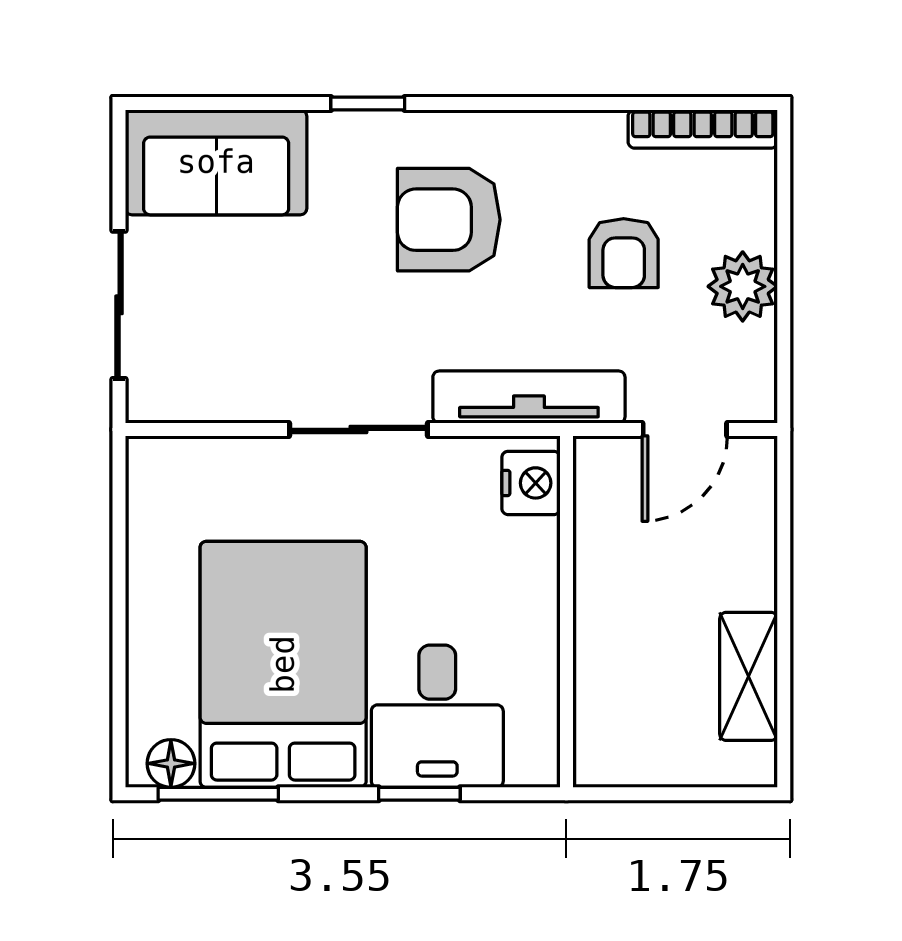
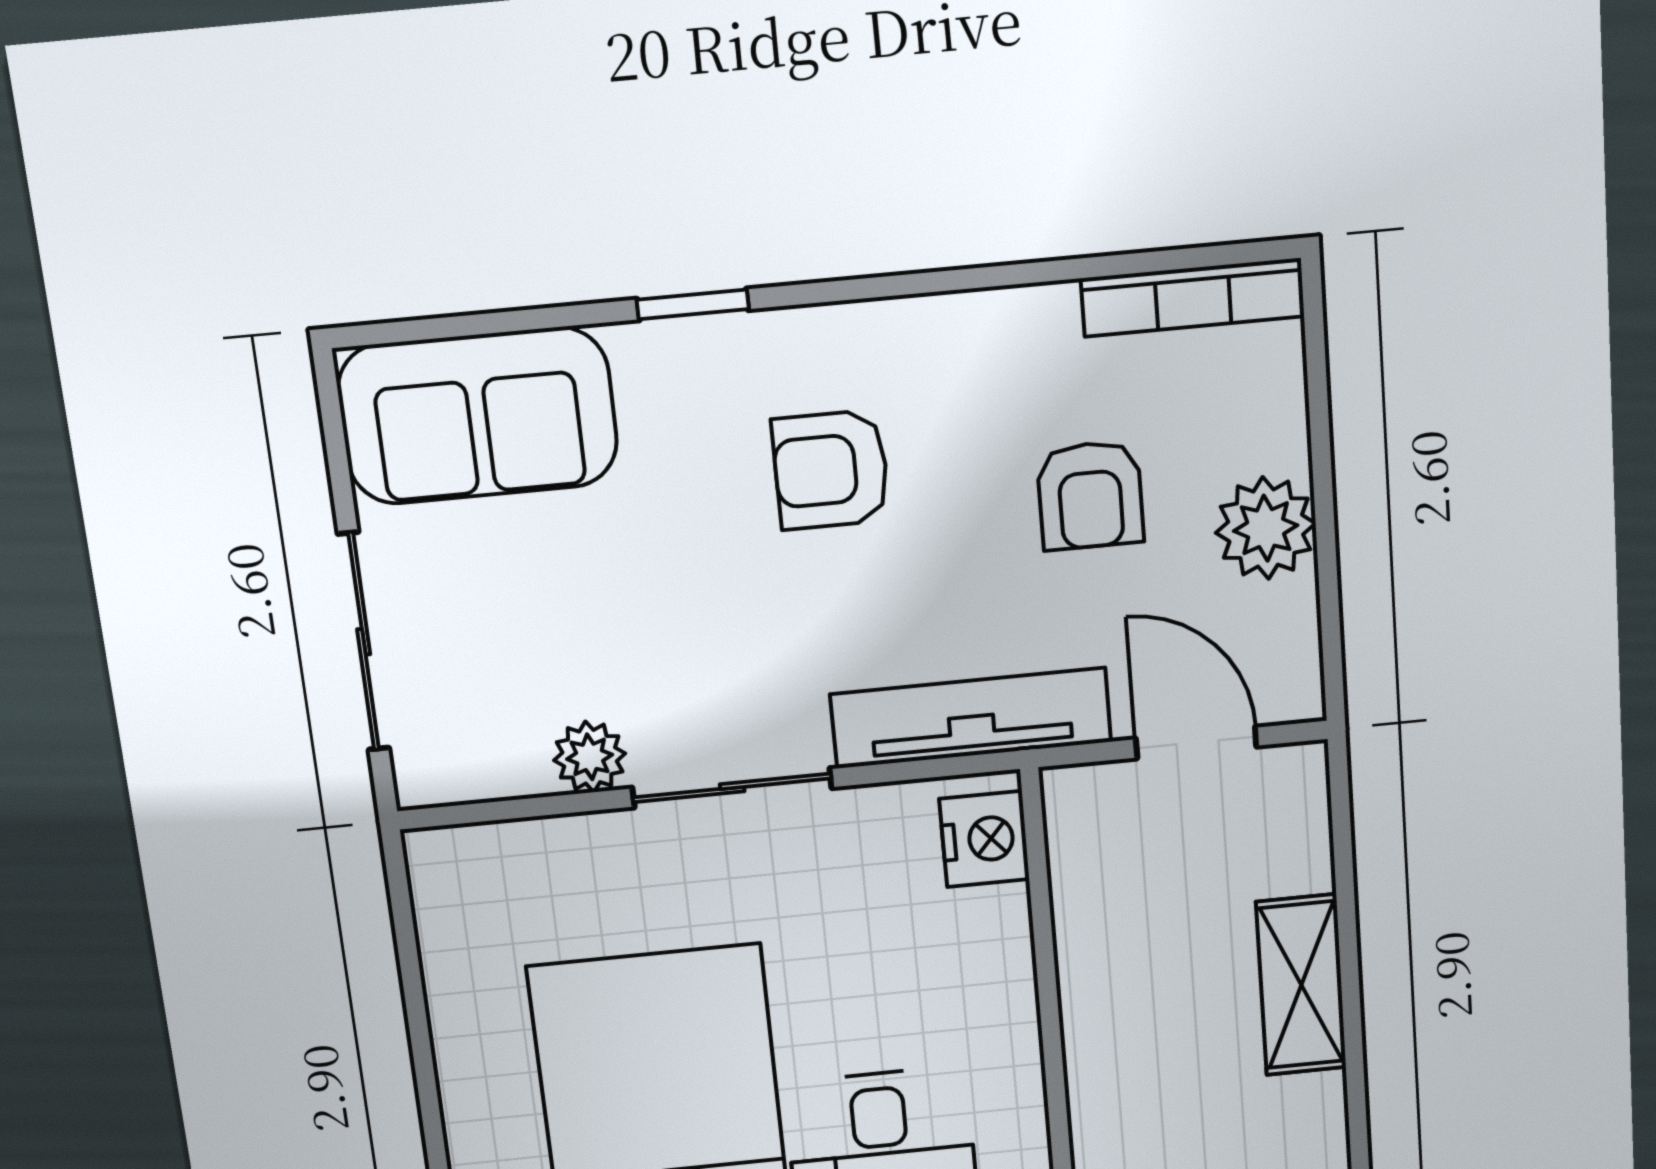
armchair: (449, 220) -> (831, 470), width x0.72, depth x0.72
plant: (263, 398) -> (590, 757), added
door: (685, 429) -> (1196, 743), swing flipped
shelving: (749, 676) -> (1301, 985), moved

